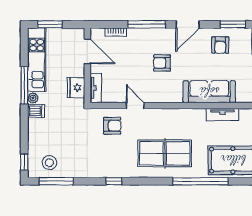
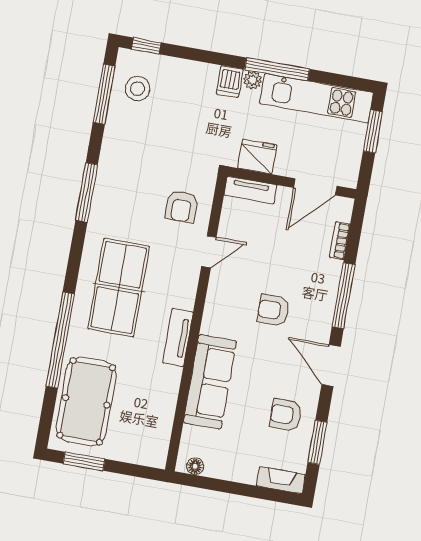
armchair: (162, 63) -> (273, 310), turned -90
tv unit: (222, 114) -> (178, 337), moved
window: (114, 181) -> (87, 192), width x2.17

